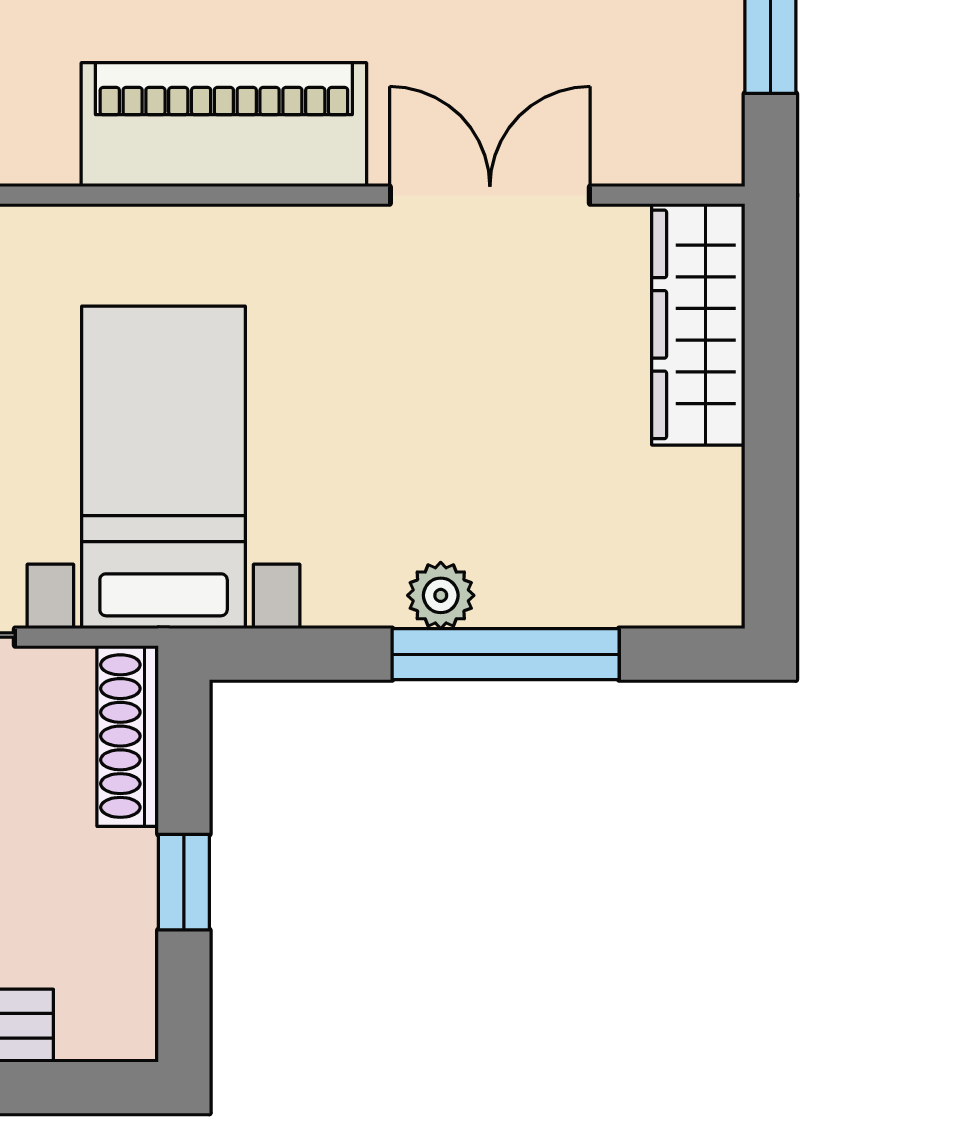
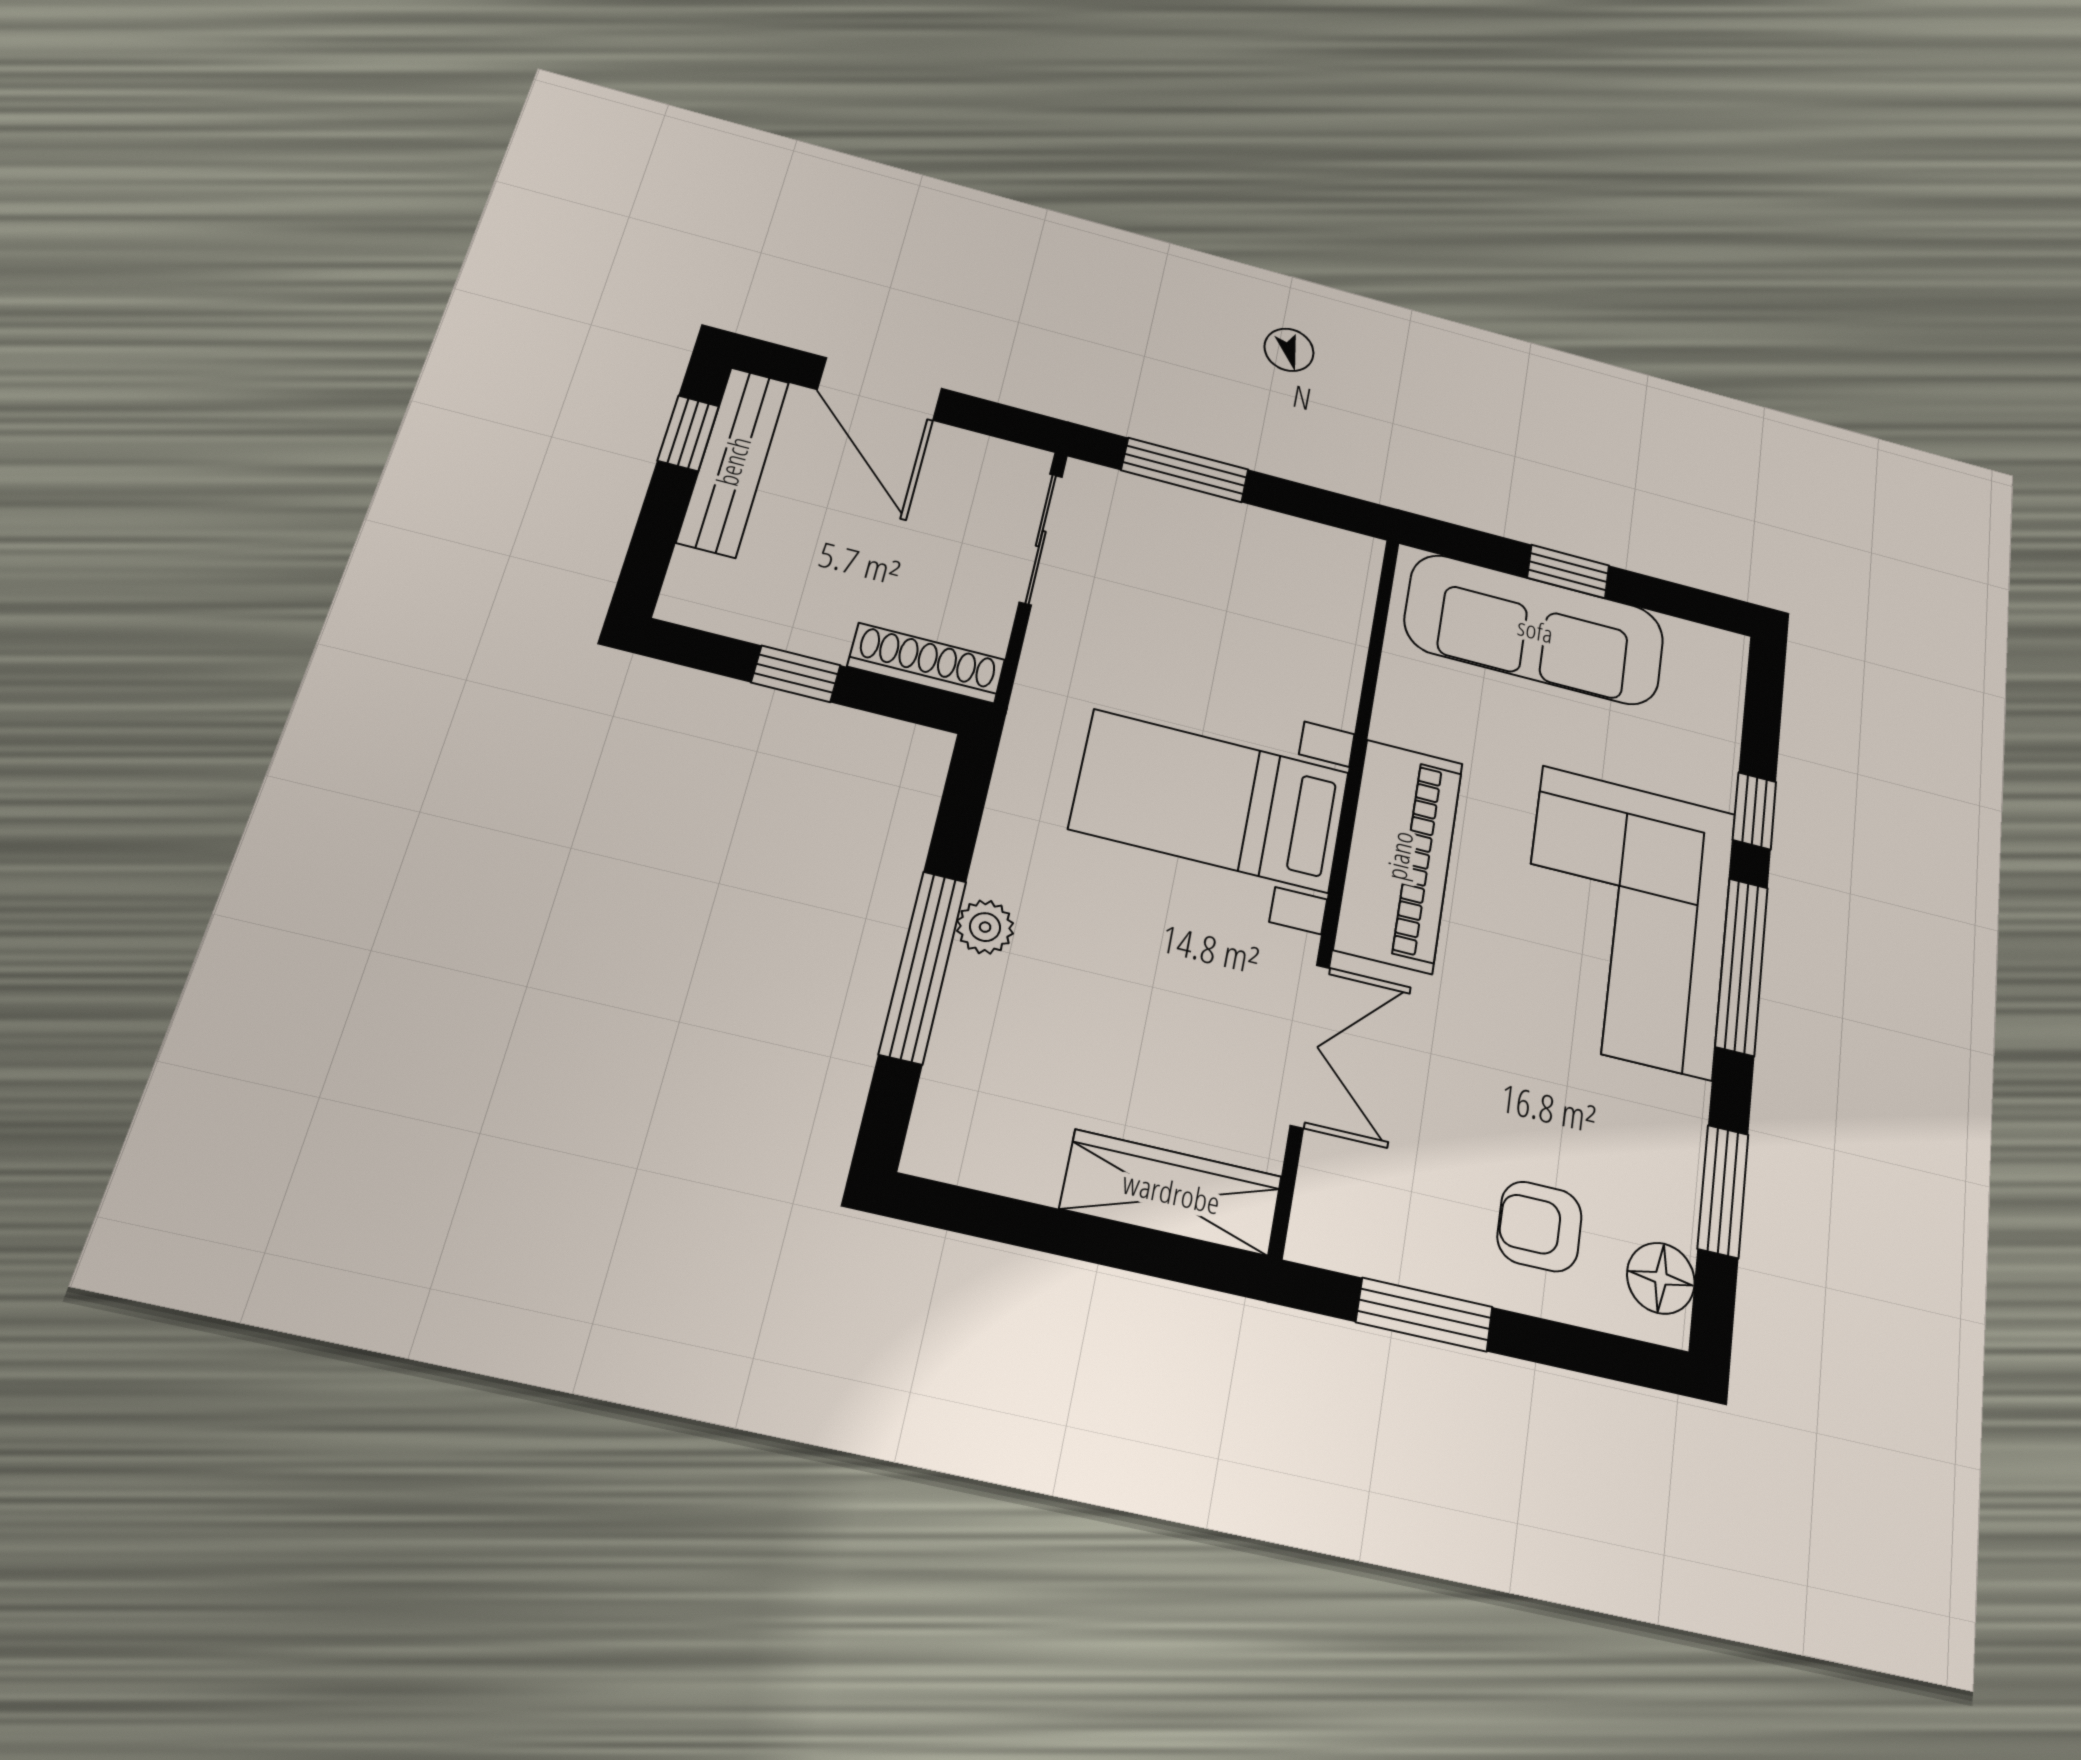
bed with nightstands: (164, 467) -> (1210, 801), moved, turned 180

